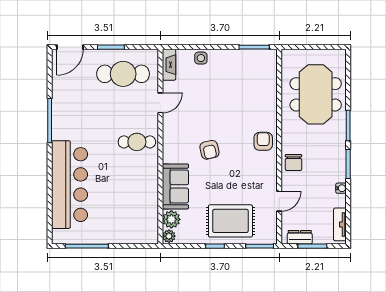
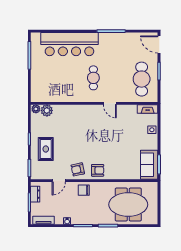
door: (160, 103) -> (110, 103), moved
cafe table: (137, 142) -> (93, 78), moved
armchair: (209, 150) -> (78, 169), moved
sofa: (175, 186) -> (149, 165), moved, turned 90
door: (279, 201) -> (59, 181), hinge flipped
rug: (230, 221) -> (46, 149), width x0.73, depth x0.70

